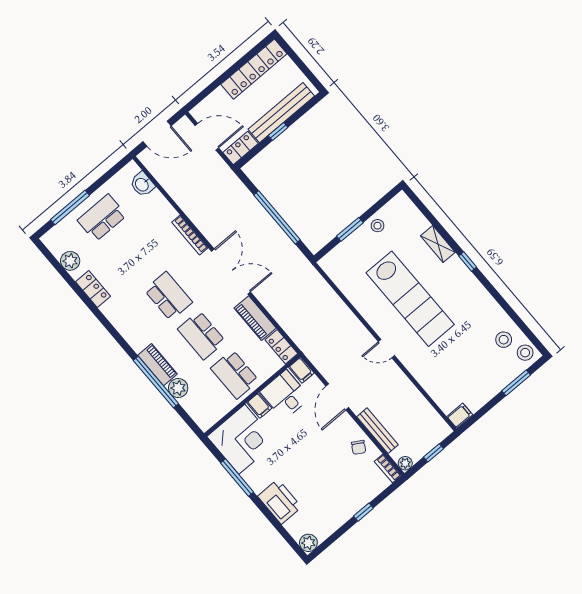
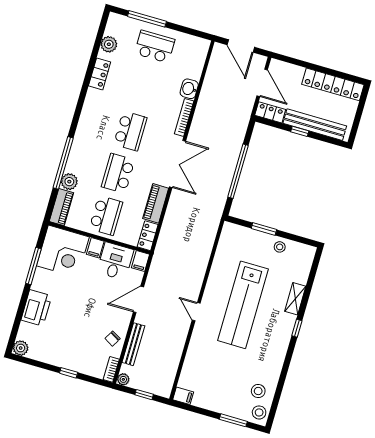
washbasin: (142, 184) -> (189, 89), moved
piano: (158, 365) -> (61, 207), moved
school desk: (235, 374) -> (106, 216), turned 180

